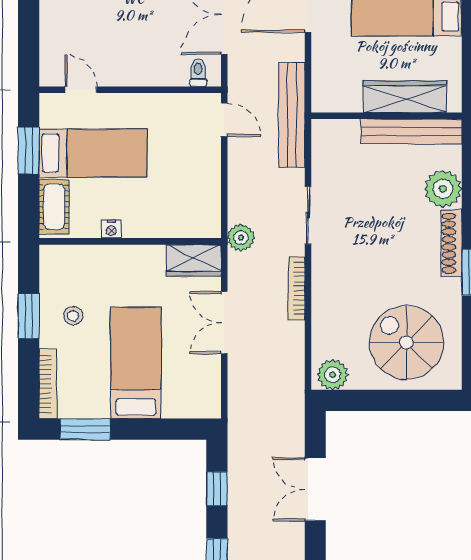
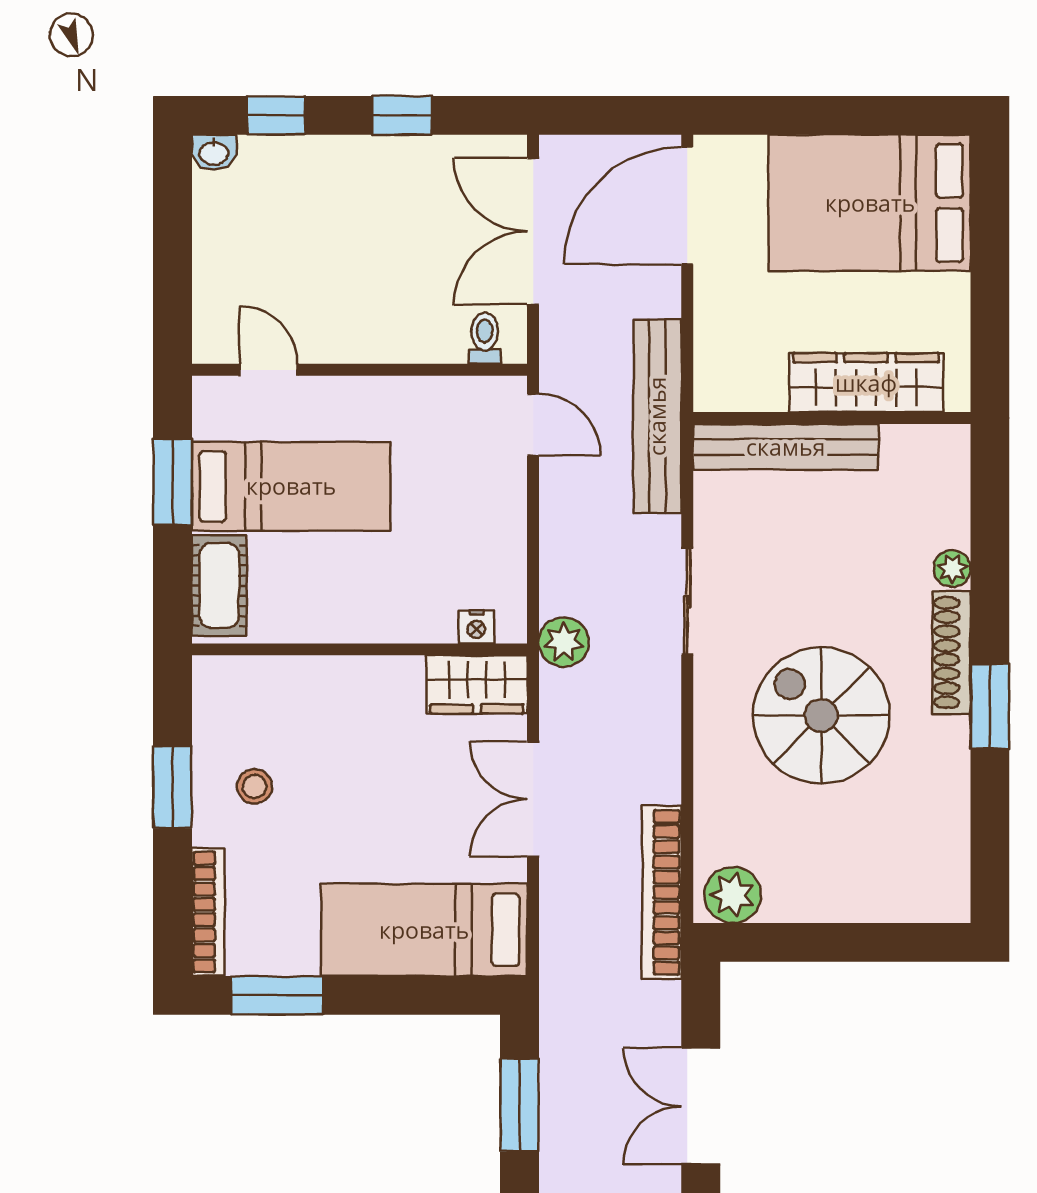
bench: (412, 131) -> (786, 447), moved
plant: (443, 189) -> (952, 569), width x0.53, depth x0.53
nightstand: (111, 229) -> (476, 627), moved
bookcase: (297, 288) -> (662, 892), moved, width x1.48, depth x1.31
spiral stairs: (406, 342) -> (821, 715), moved
bed: (136, 363) -> (424, 930), moved, turned -90
window: (217, 489) -> (520, 1105), width x1.50

